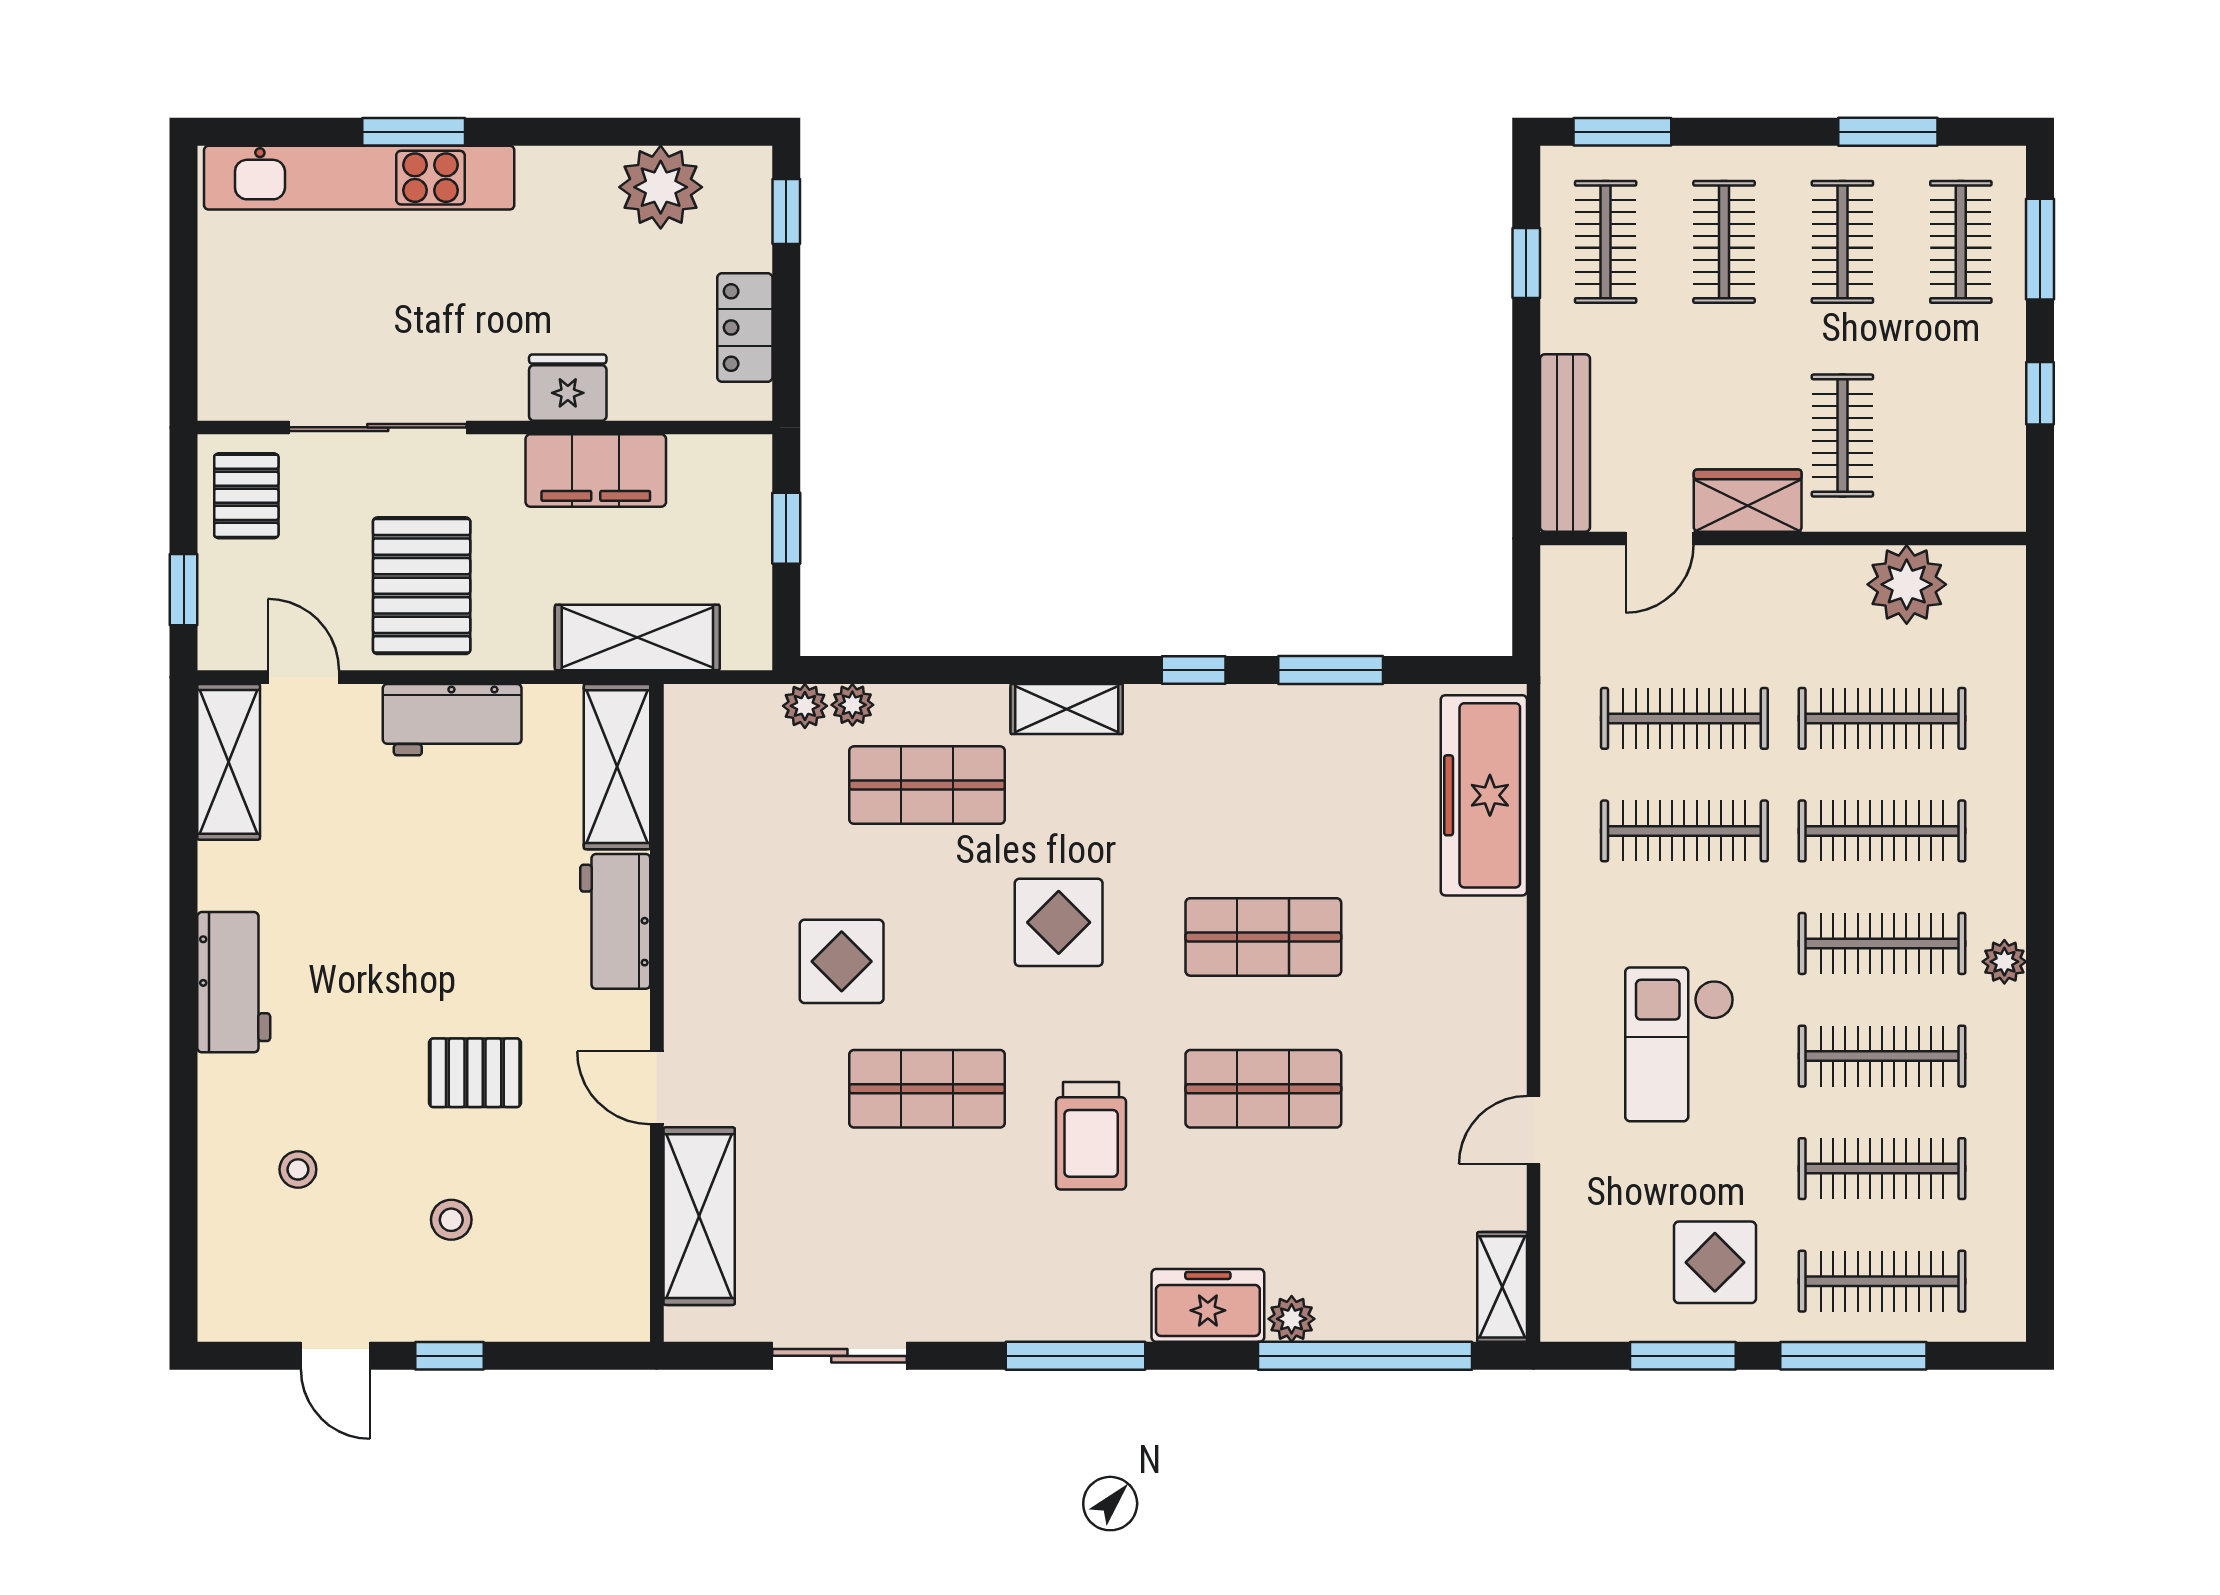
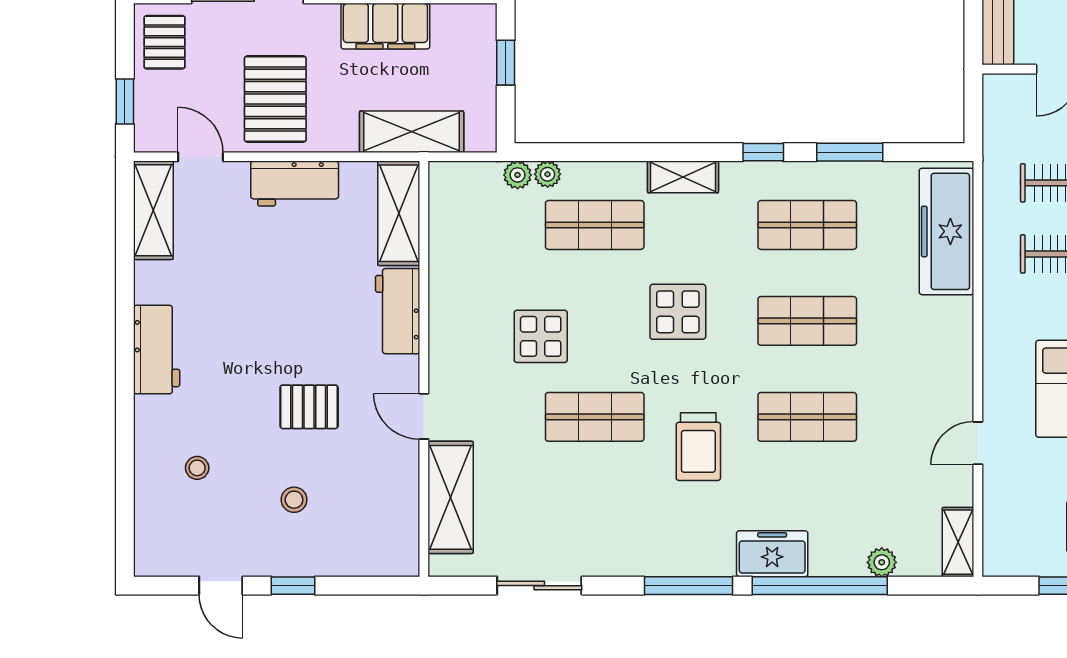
shop shelf: (1263, 785) -> (807, 225), added
plant: (1292, 1319) -> (882, 562), moved
window: (1365, 1356) -> (820, 586), moved

